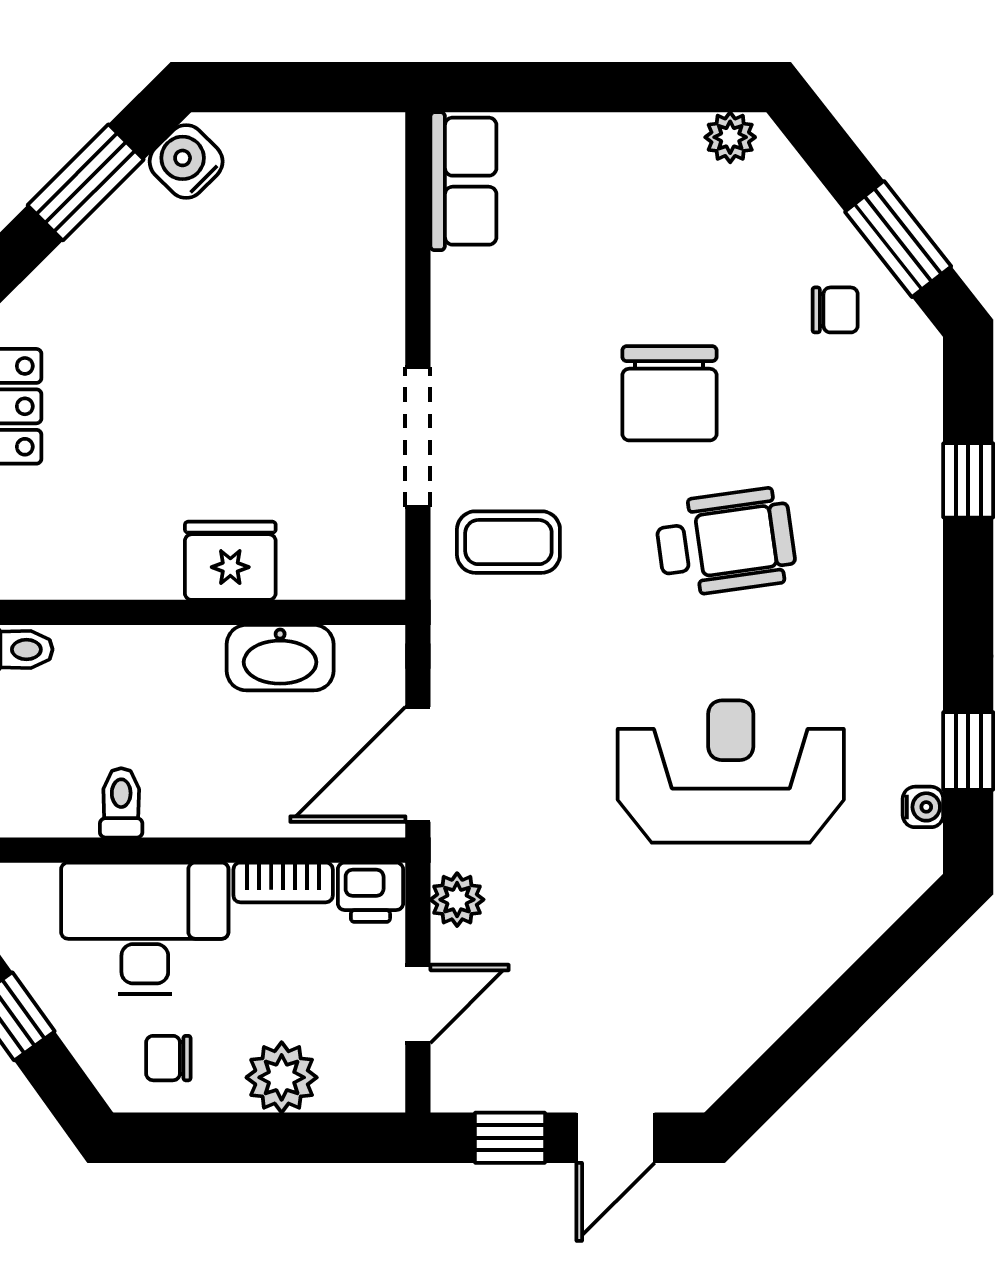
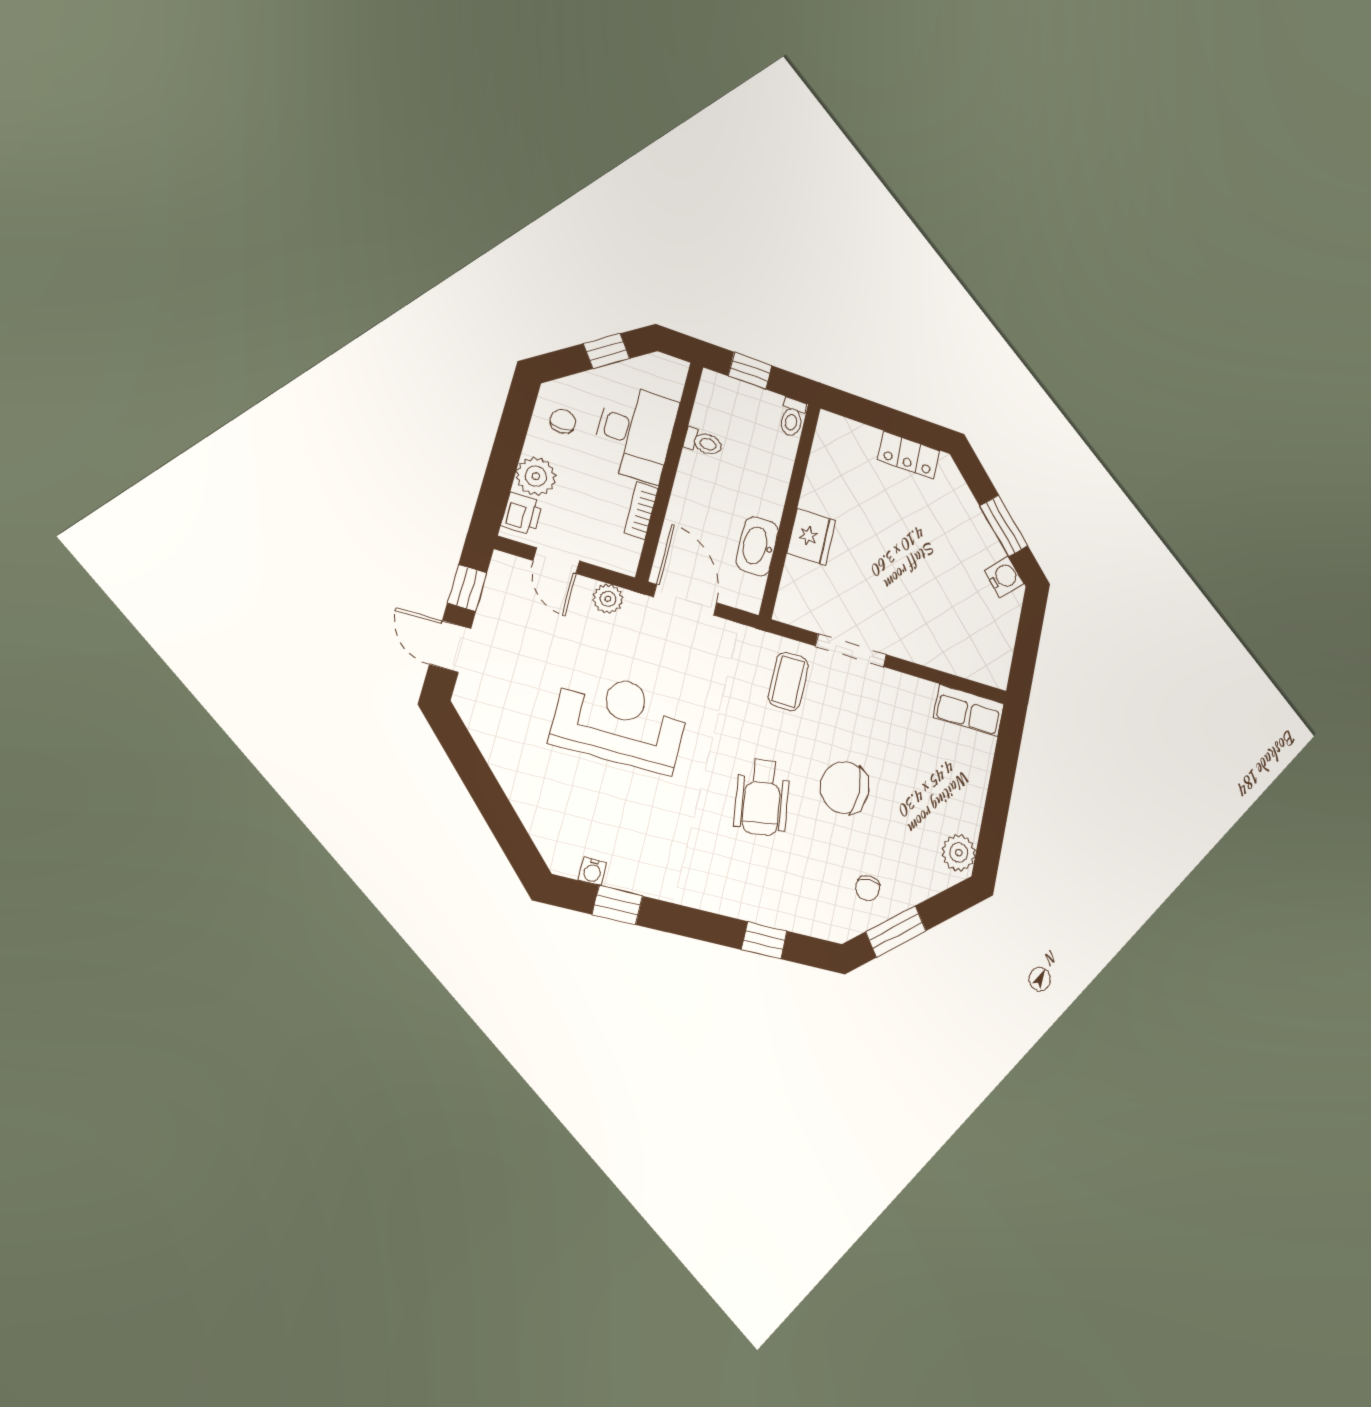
plant: (730, 137) -> (959, 853), width x1.38, depth x1.38
reception desk: (731, 772) -> (620, 721), moved, turned -90
printer: (370, 892) -> (522, 514), moved, turned 180

